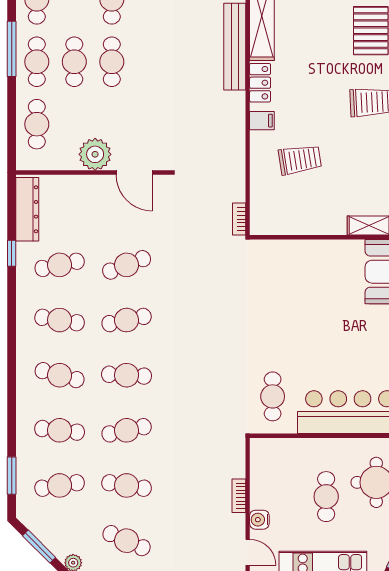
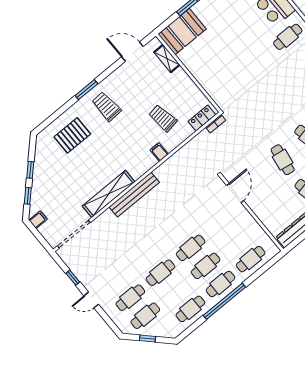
window: (12, 49) -> (224, 301), width x1.46
locker: (260, 83) -> (202, 118), moved
plant: (95, 154) -> (242, 219), removed
cafe table: (127, 265) -> (283, 160), turned 30

